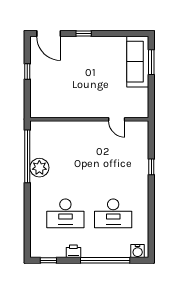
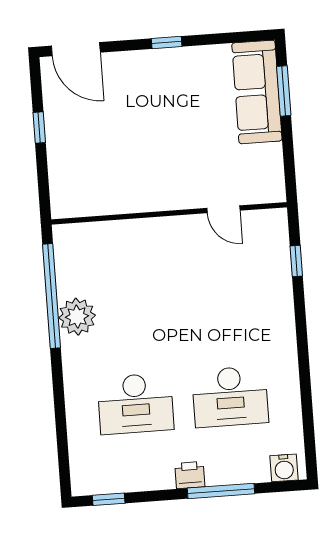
window: (84, 34) -> (167, 42), moved
window: (151, 167) -> (296, 261), moved
printer: (73, 251) -> (190, 475), moved
window: (105, 260) -> (221, 491), width x0.68

